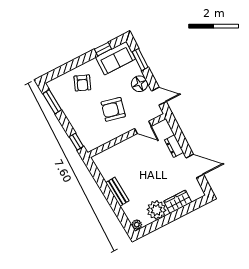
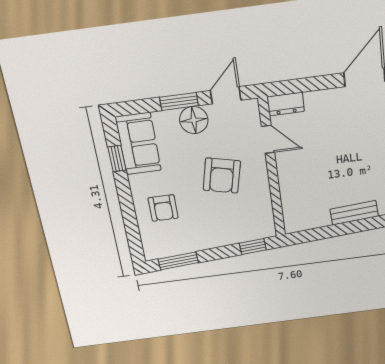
window: (140, 60) -> (179, 101), moved
armchair: (82, 83) -> (163, 208), turned 68
door: (143, 127) -> (268, 139), hinge flipped
dresser: (174, 146) -> (286, 104), moved

